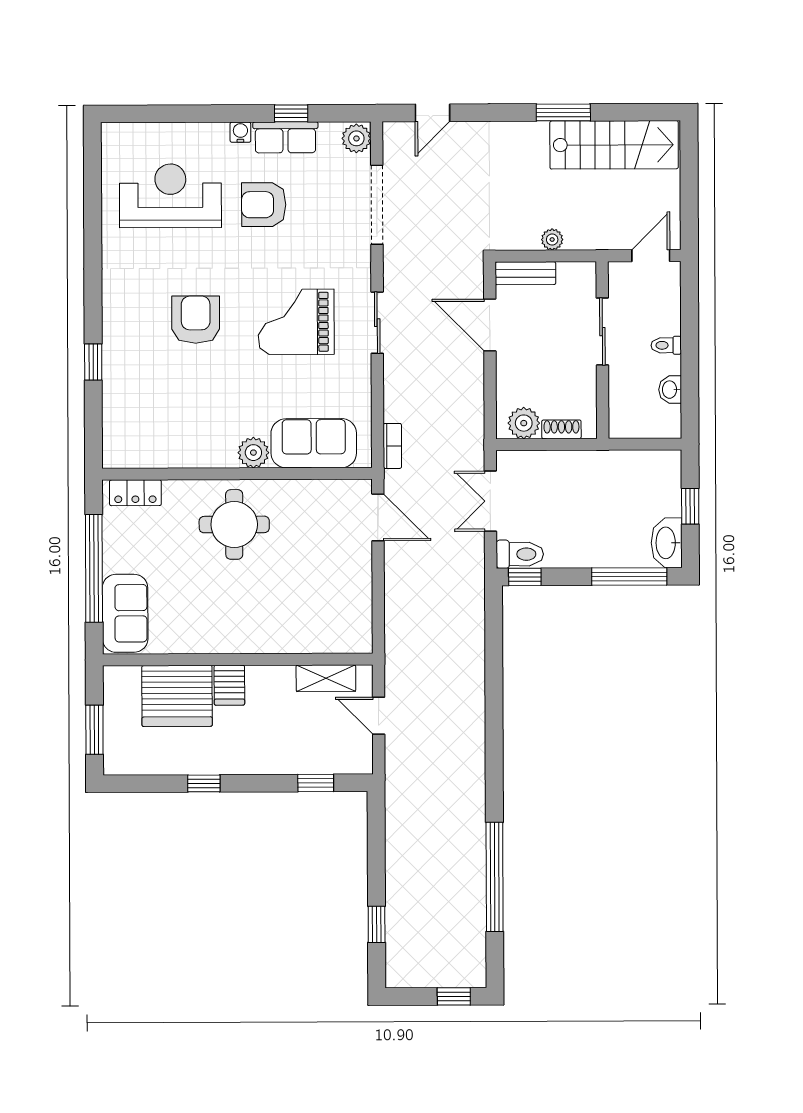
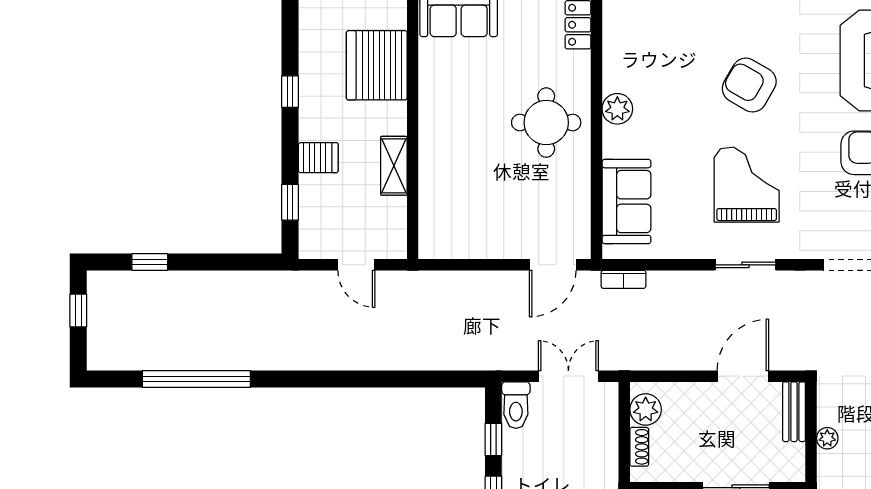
armchair: (196, 320) -> (749, 85), turned -150
plant: (253, 453) -> (617, 109), moved
window: (525, 577) -> (493, 439), moved
shelving: (326, 678) -> (394, 166), moved
server rack: (229, 685) -> (318, 158), moved, turned 180
door: (379, 716) -> (356, 265), swing flipped
window: (454, 996) -> (78, 310), moved

